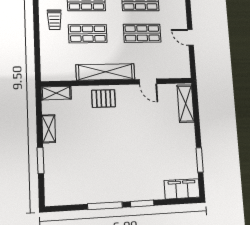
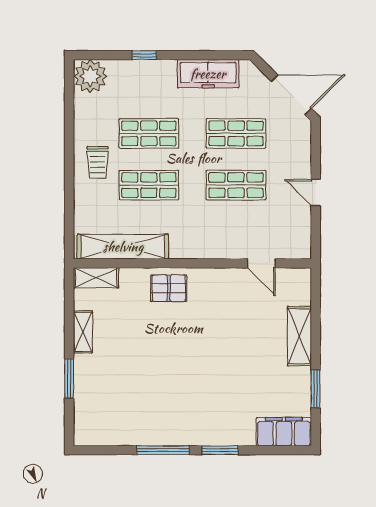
shelving: (105, 72) -> (123, 247), moved
door: (148, 82) -> (261, 263), moved
shelving: (186, 104) -> (299, 336), moved

